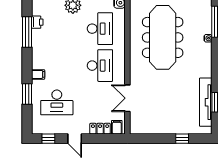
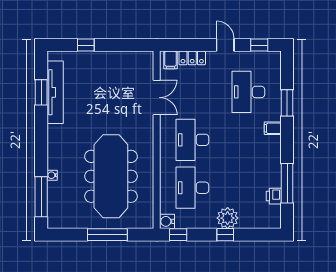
desk: (57, 102) -> (248, 92), turned -90

